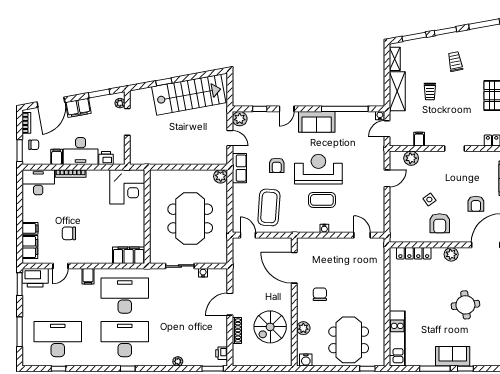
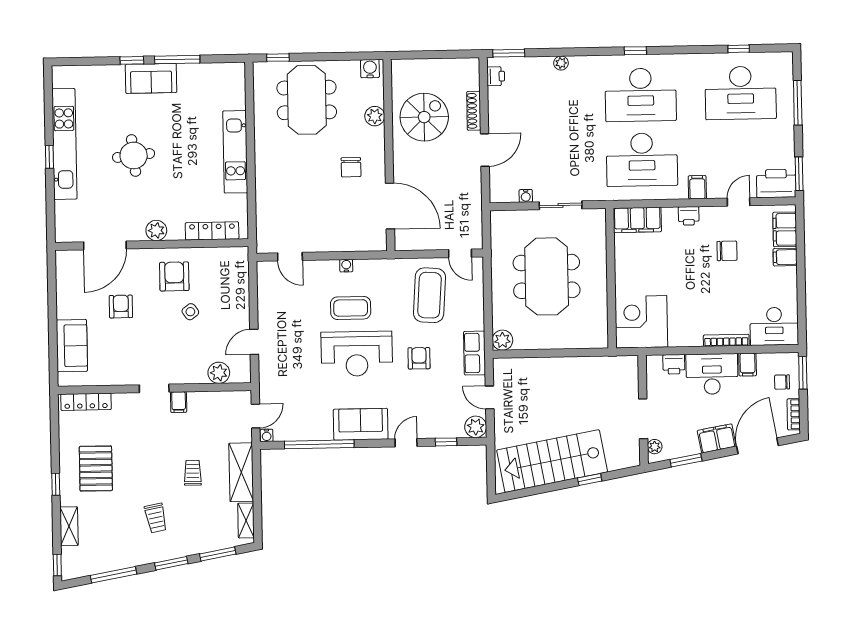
filing cabinet: (419, 139) -> (179, 402), moved
printer: (94, 257) -> (689, 216), added
kitchen unit: (397, 339) -> (235, 152), moved

